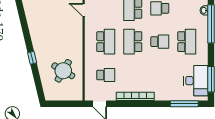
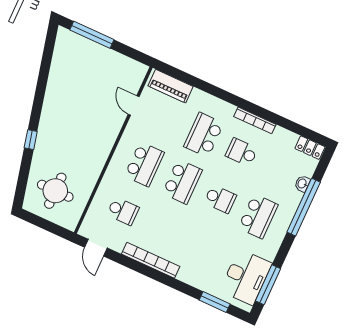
school desk: (133, 42) -> (182, 182), turned 180
round table: (63, 71) -> (55, 191), moved, turned -30
window: (184, 104) -> (215, 302), width x0.69

